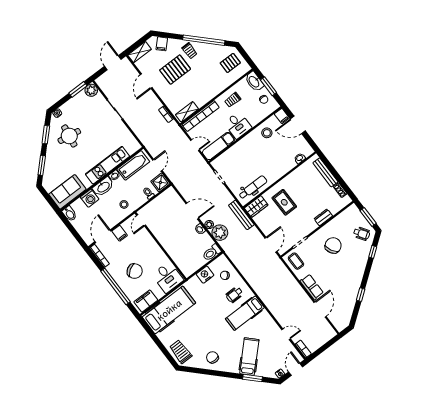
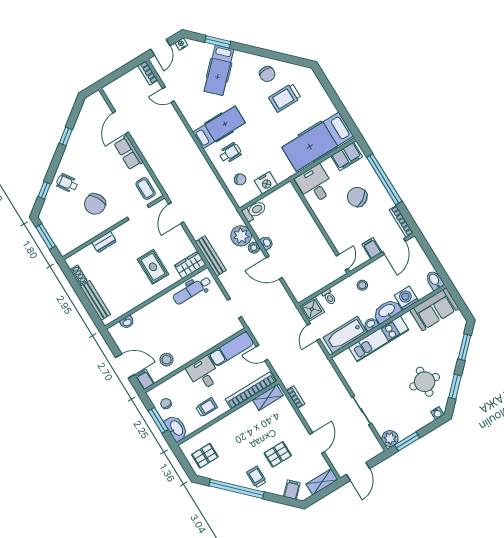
pallet: (175, 70) -> (278, 454), width x0.67, depth x0.71
wheelchair: (362, 234) -> (67, 183), moved
trolley: (181, 352) -> (285, 98), moved, turned 90

